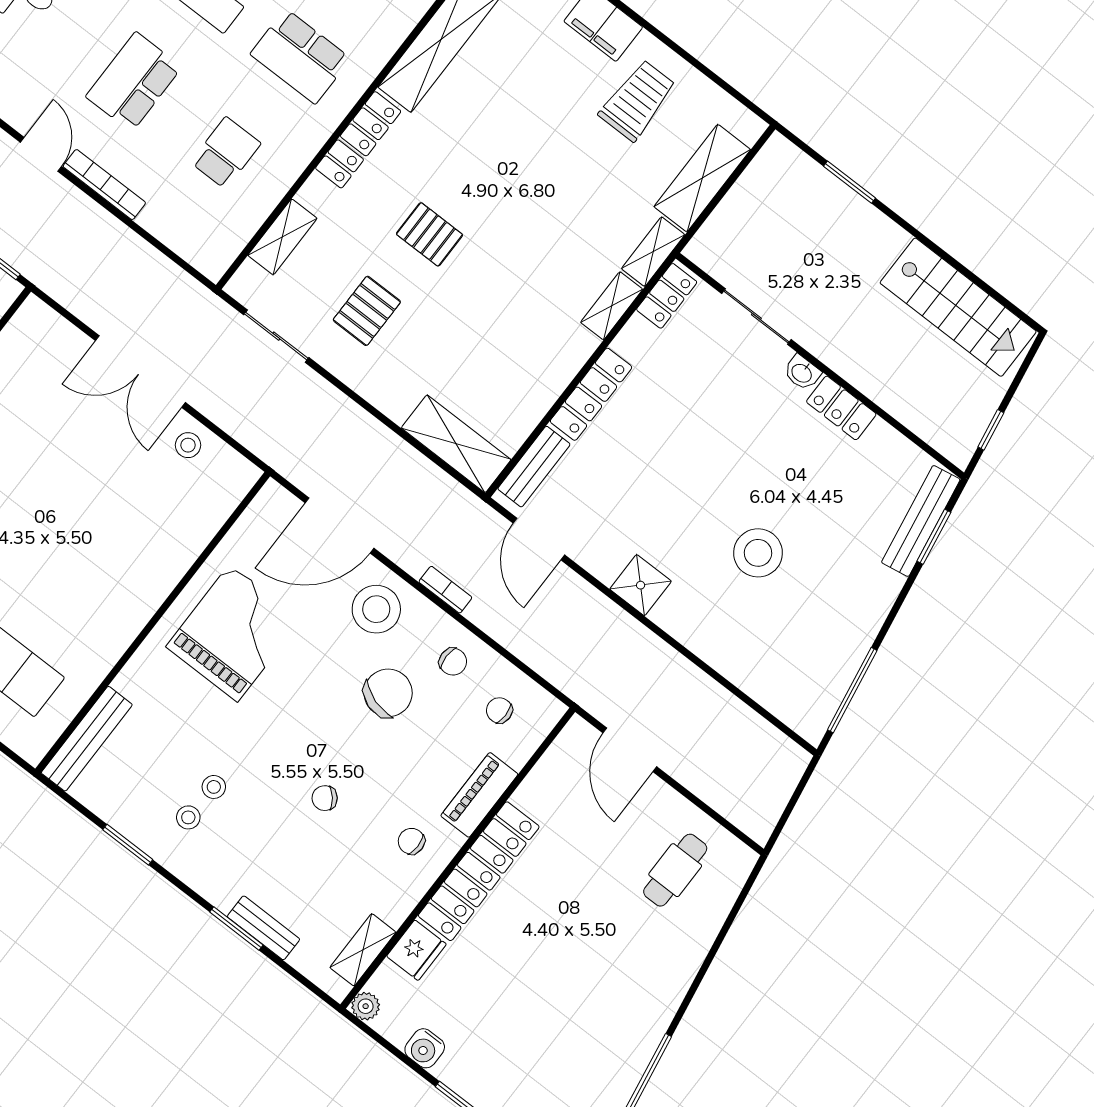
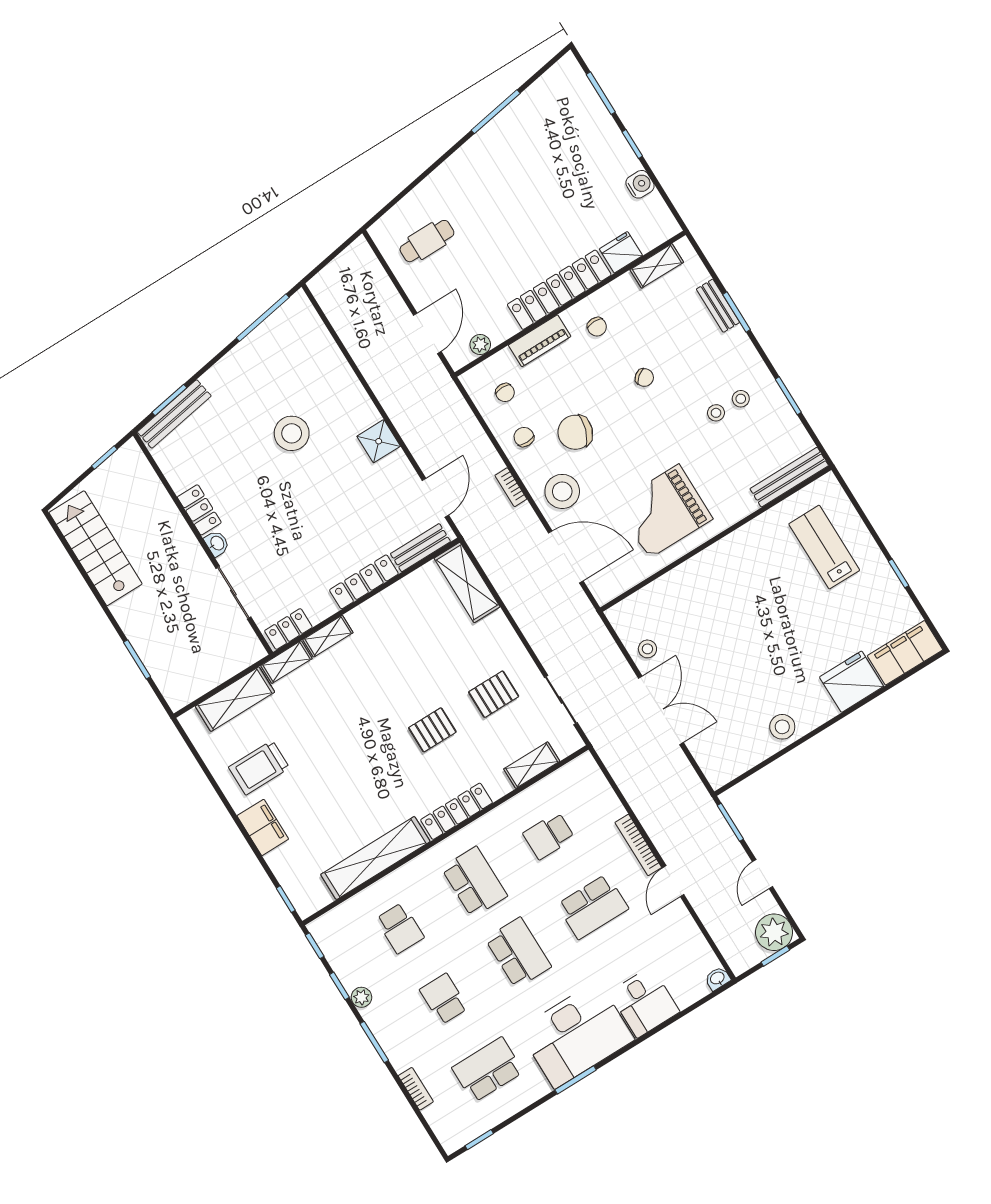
pallet: (429, 234) -> (432, 730), turned 90
plant: (366, 1006) -> (480, 345), moved

